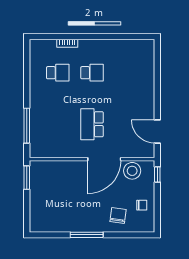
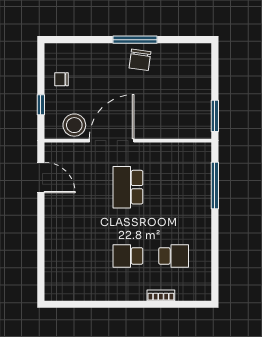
school desk: (58, 73) -> (174, 256), turned 180
school desk: (92, 124) -> (128, 187), turned 180
window: (157, 175) -> (41, 105), moved
chair: (118, 216) -> (140, 60), moved

